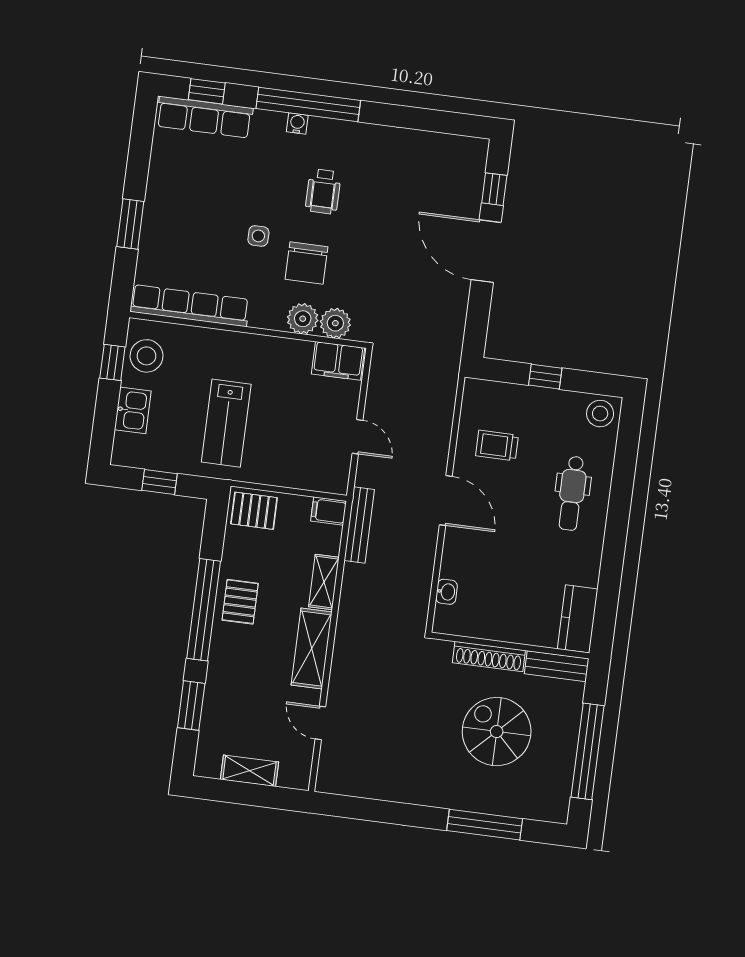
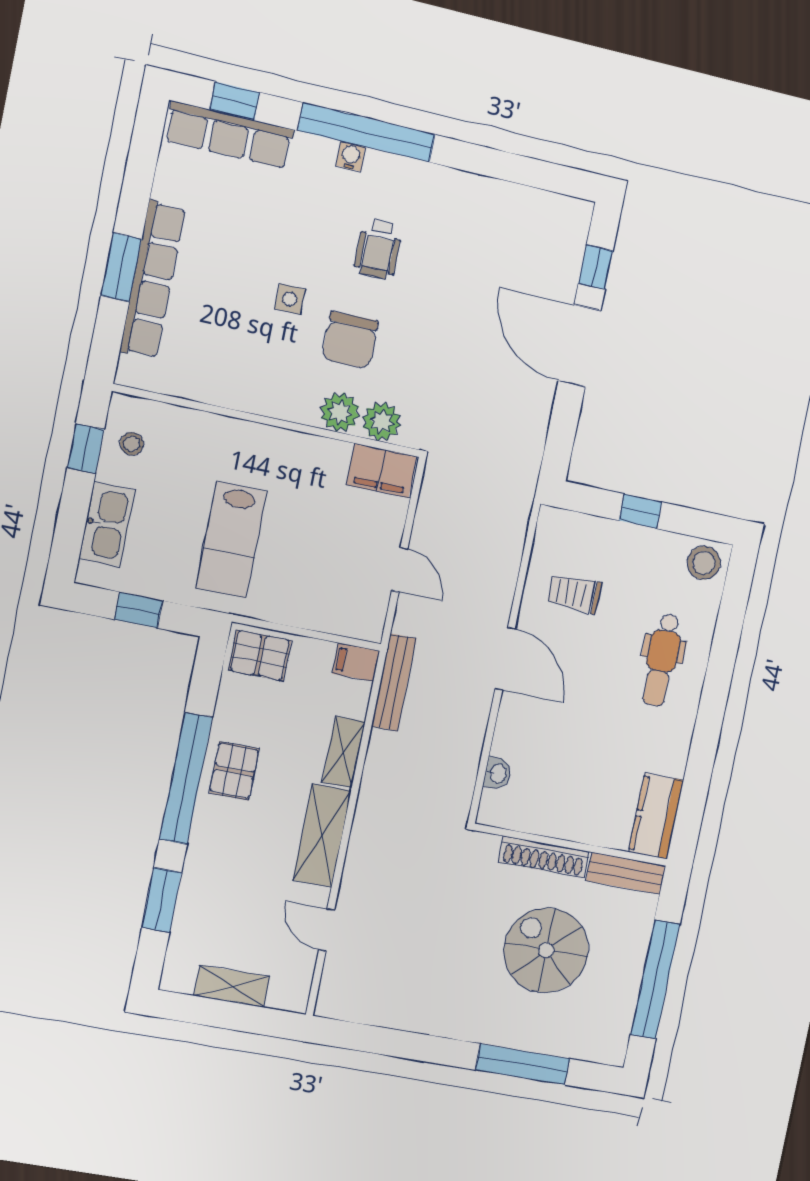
row of seats: (190, 306) -> (153, 280), moved, turned 90
stool: (147, 356) -> (132, 444), width x0.53, depth x0.53
kitchen sink: (133, 410) -> (107, 524), width x1.38

